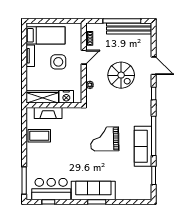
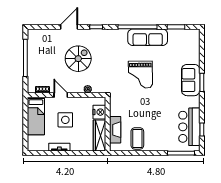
bench: (129, 28) -> (33, 51), removed
bed: (46, 35) -> (36, 116), moved, turned 180
sofa: (93, 190) -> (191, 80), width x0.73

